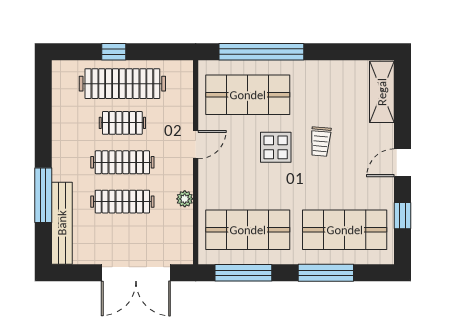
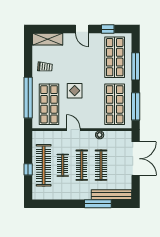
trolley: (320, 142) -> (45, 67), moved

